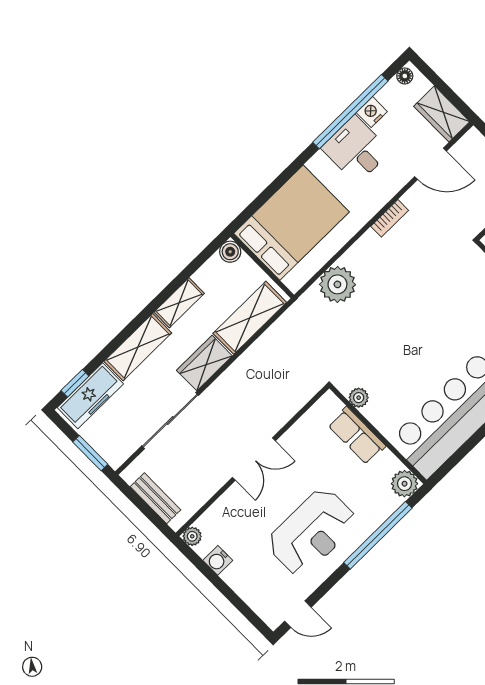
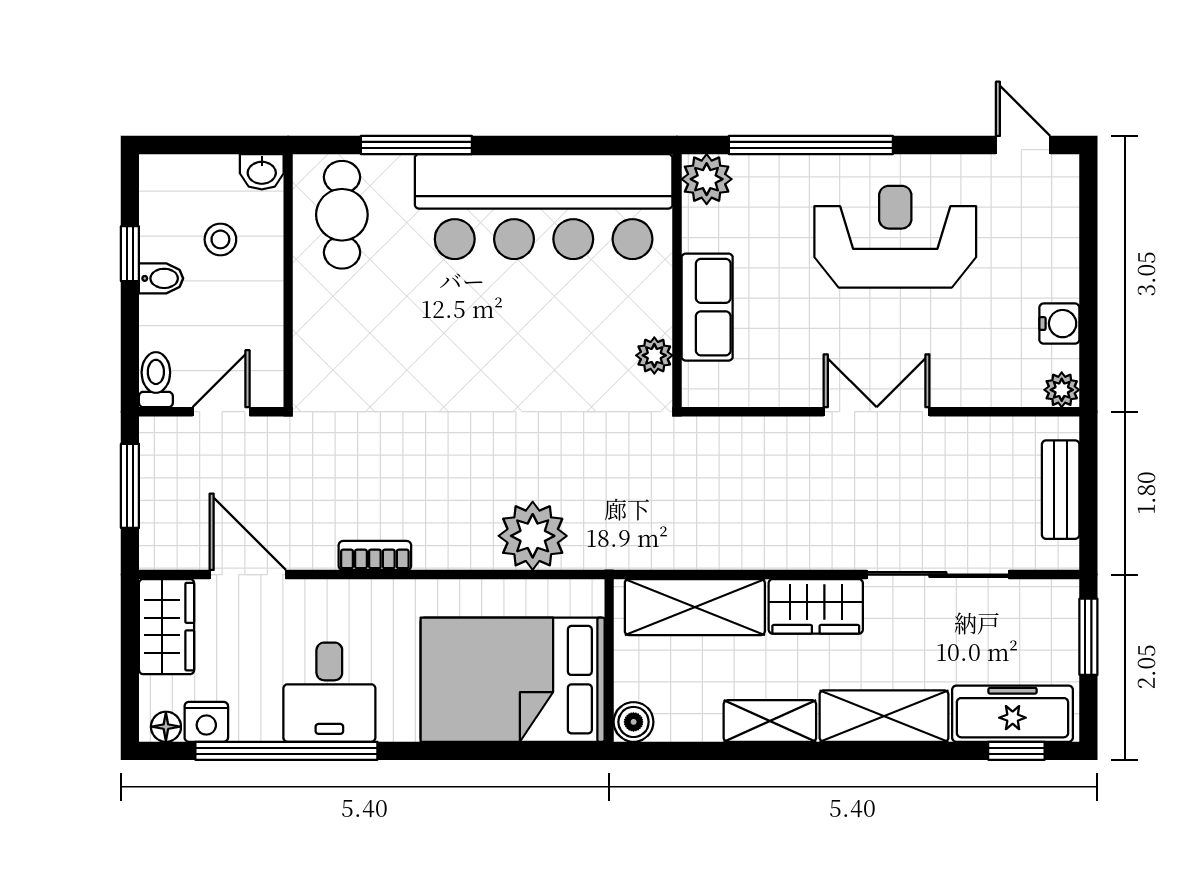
nightstand: (372, 112) -> (206, 722), moved

